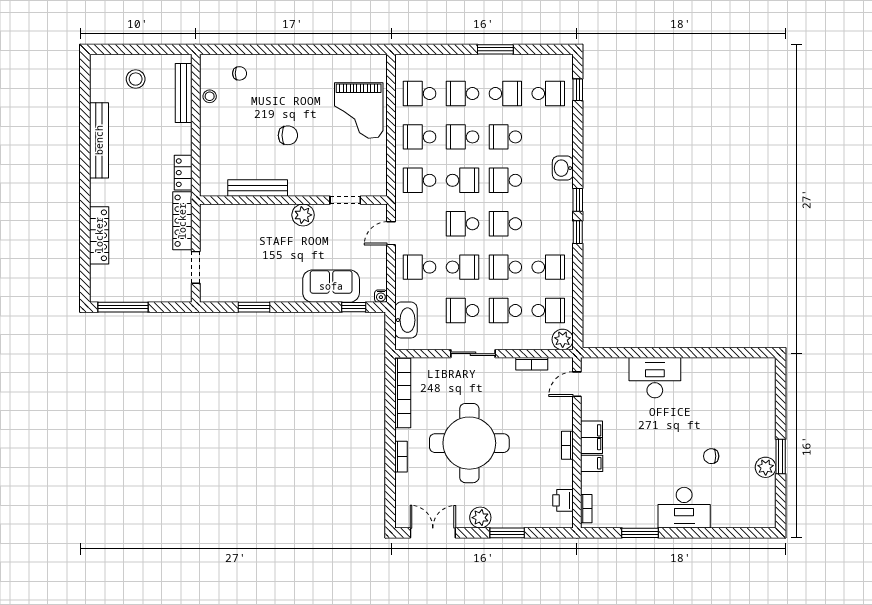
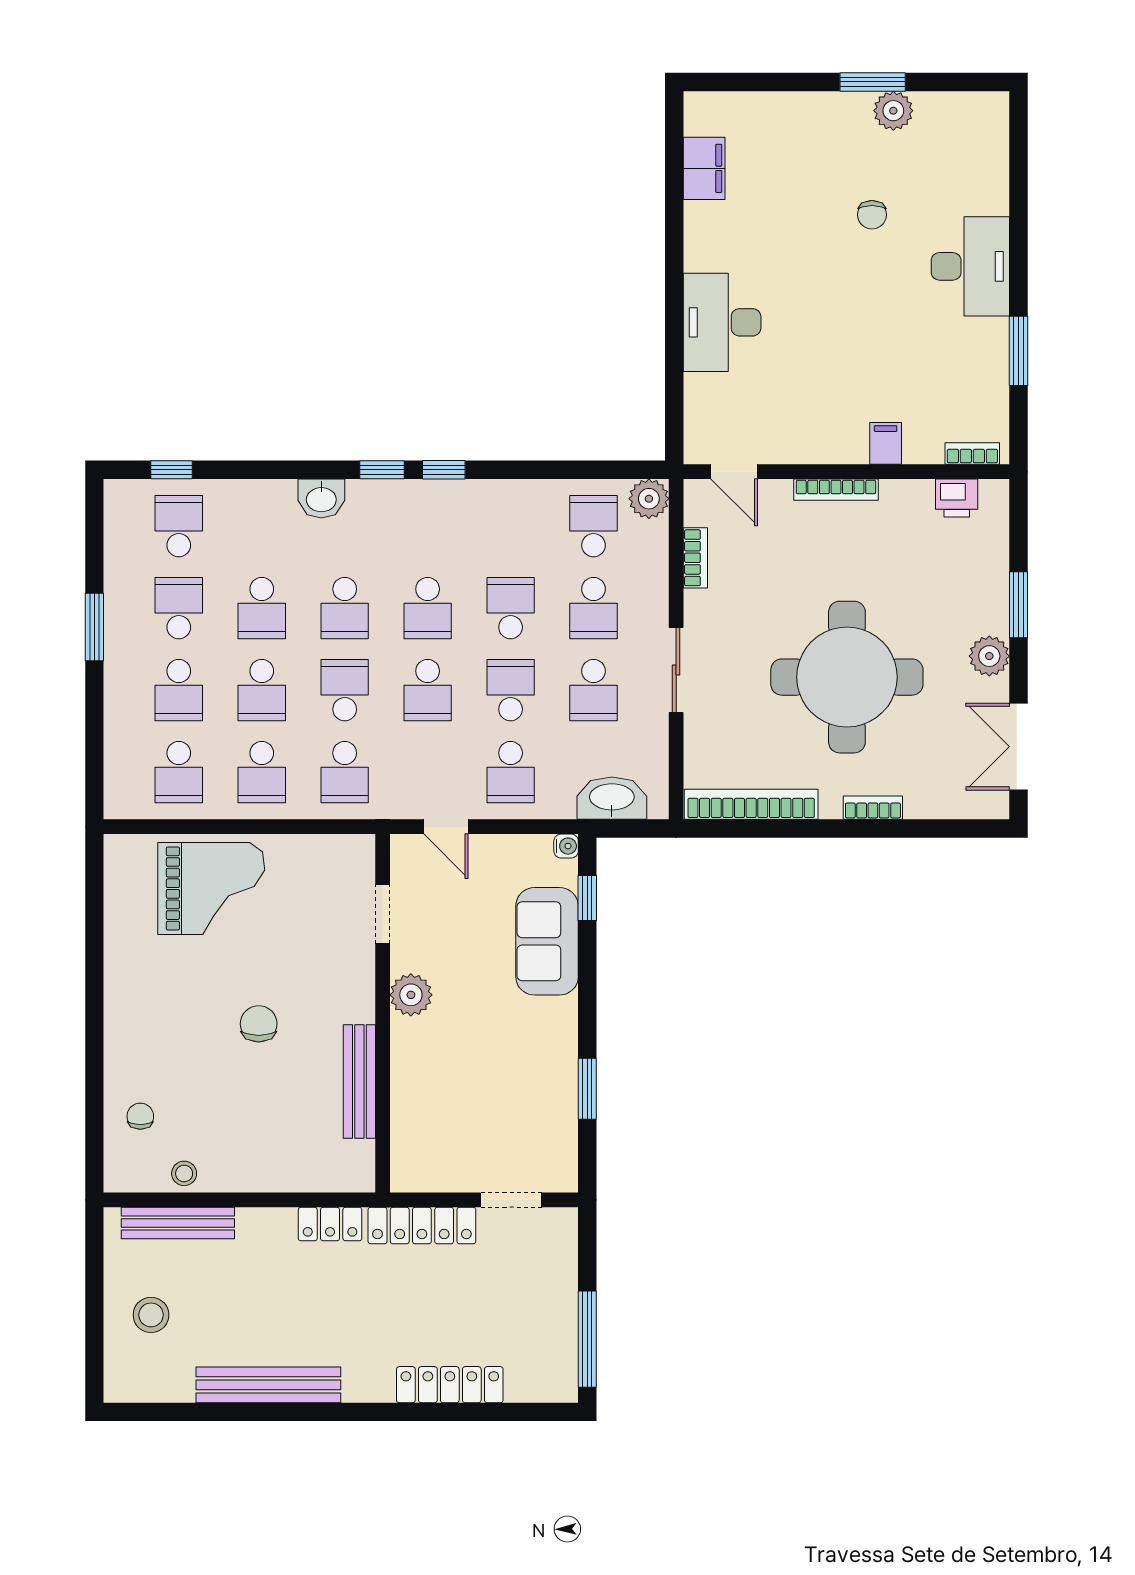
school desk: (505, 267) -> (511, 608), turned 180
school desk: (548, 267) -> (511, 526), removed
filing cabinet: (591, 437) -> (704, 168), moved, turned 90
bookcase: (567, 445) -> (836, 490), width x1.56

